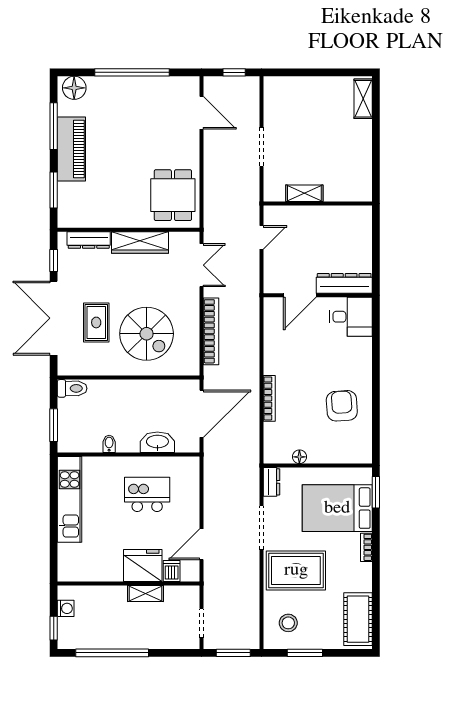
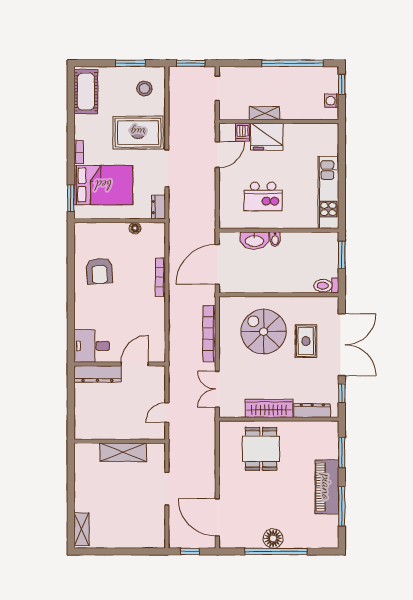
floor lamp: (74, 88) -> (273, 538), moved
door: (202, 113) -> (217, 517), width x1.36
shelving: (304, 193) -> (123, 452), width x1.50, depth x1.33
dining table: (173, 195) -> (261, 449), moved
bidet: (109, 444) -> (275, 239), moved

